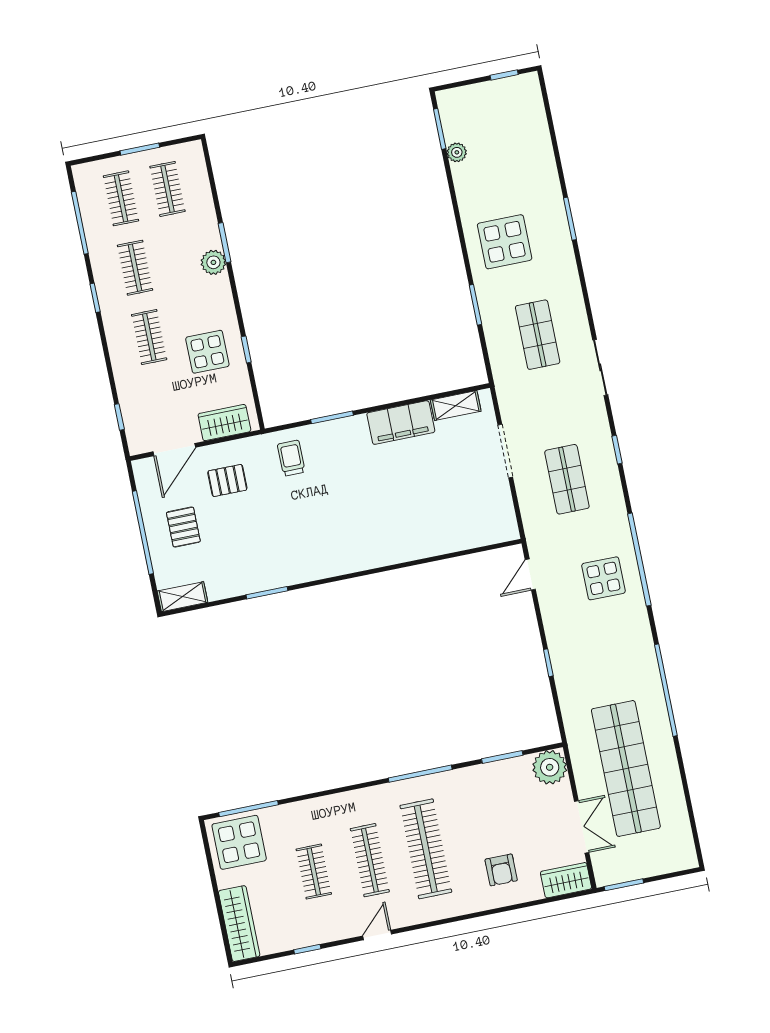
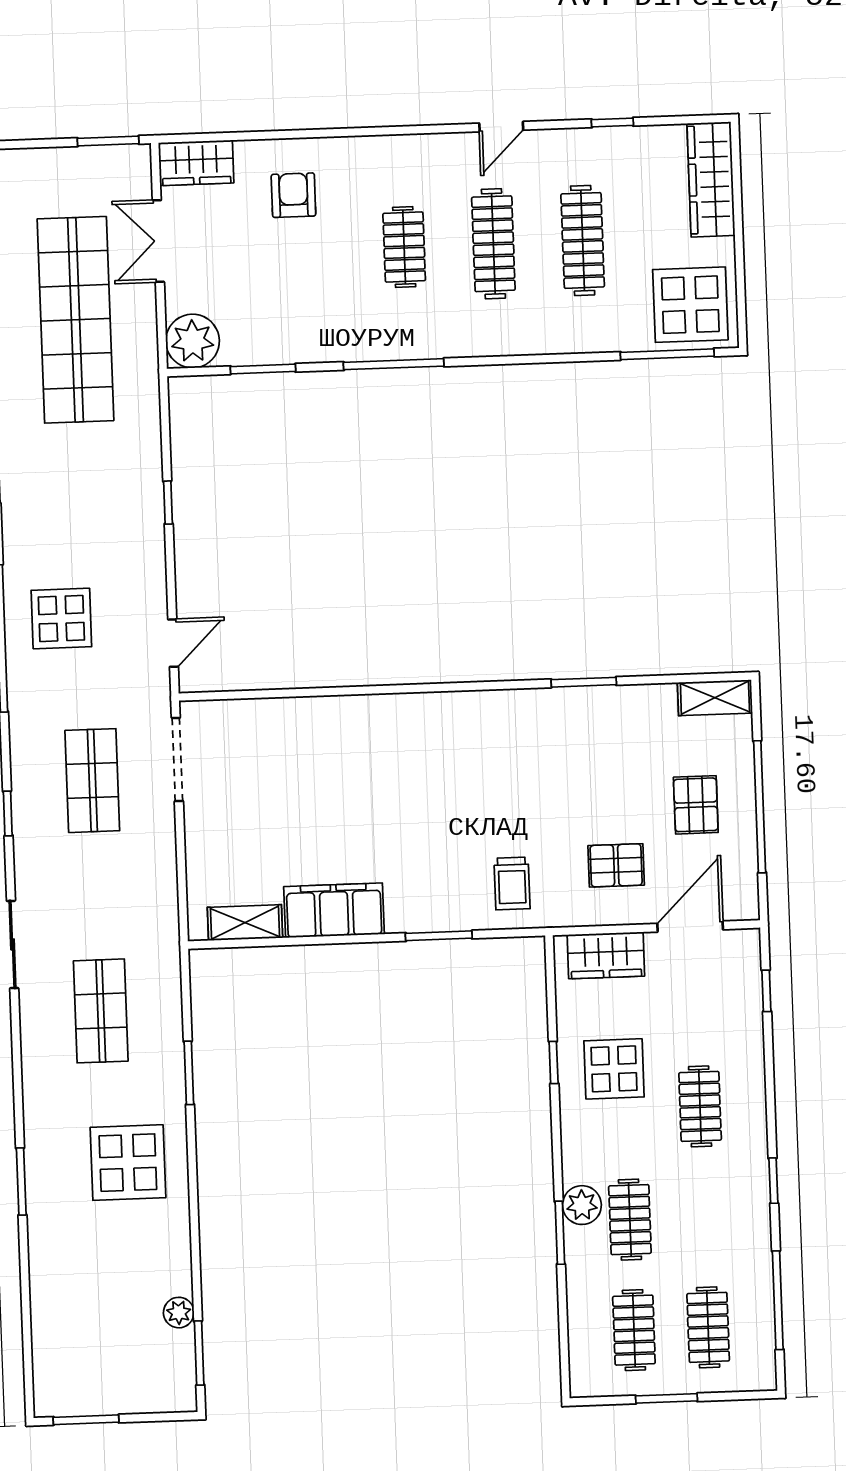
window: (504, 75) -> (86, 1420), width x1.50
clothes rail: (135, 268) -> (630, 1220), moved
doorway: (505, 451) -> (177, 759), moved
clothes rail: (426, 849) -> (404, 247), width x0.54, depth x0.76
clothes rail: (314, 872) -> (583, 240), width x1.36

